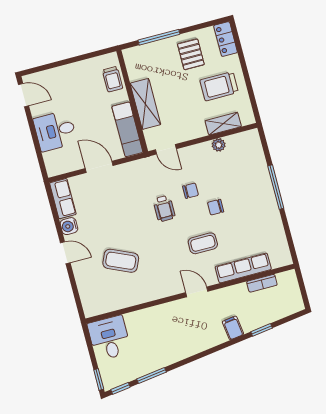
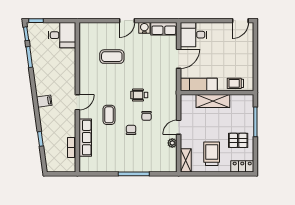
shelving: (223, 124) -> (186, 160), moved
desk: (55, 131) -> (194, 35), moved, turned -90
door: (166, 149) -> (179, 127), moved
coffee table: (121, 261) -> (112, 57), turned 66
filing cabinet: (233, 328) -> (44, 101), moved

